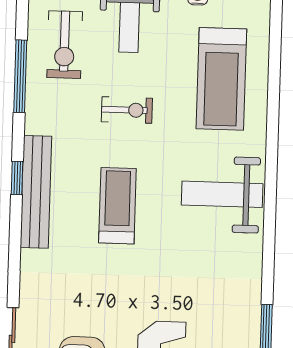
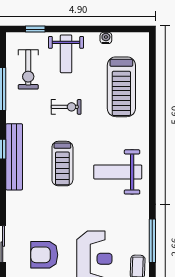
weight bench: (222, 194) -> (118, 172), moved
treadmill: (117, 206) -> (62, 164), turned 180

